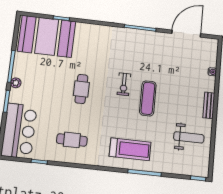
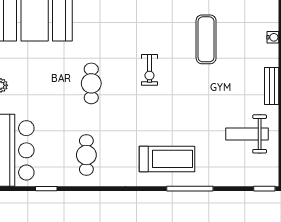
exercise mat: (148, 98) -> (206, 39), moved
weight bench: (189, 137) -> (247, 134), turned 180
cafe table: (72, 140) -> (86, 155), turned 90

